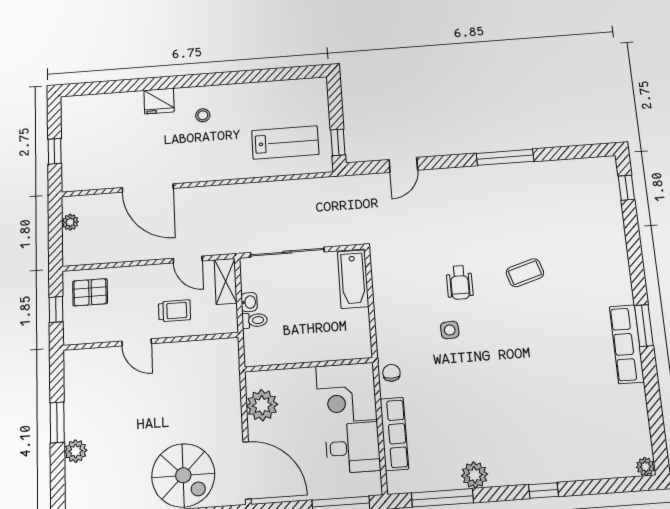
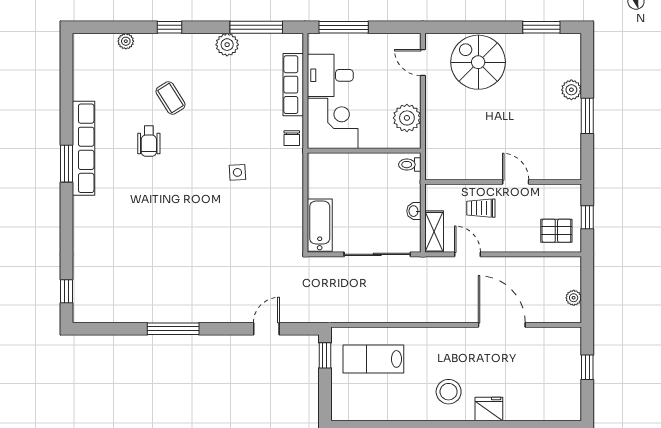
stool: (203, 115) -> (449, 392), width x1.89, depth x1.89
coffee table: (525, 273) -> (171, 98), moved, turned 75
wheelchair: (460, 283) -> (149, 141), moved, turned 180
toilet: (255, 320) -> (410, 165), moved
row of seats: (627, 344) -> (83, 148), width x1.36
plant: (645, 467) -> (126, 41), moved
door: (247, 470) -> (423, 63), width x0.53

